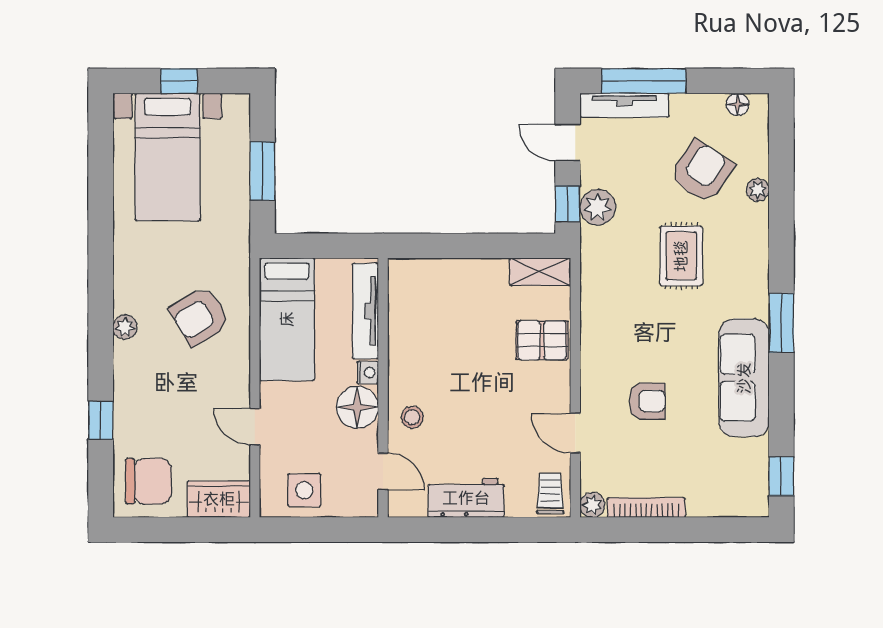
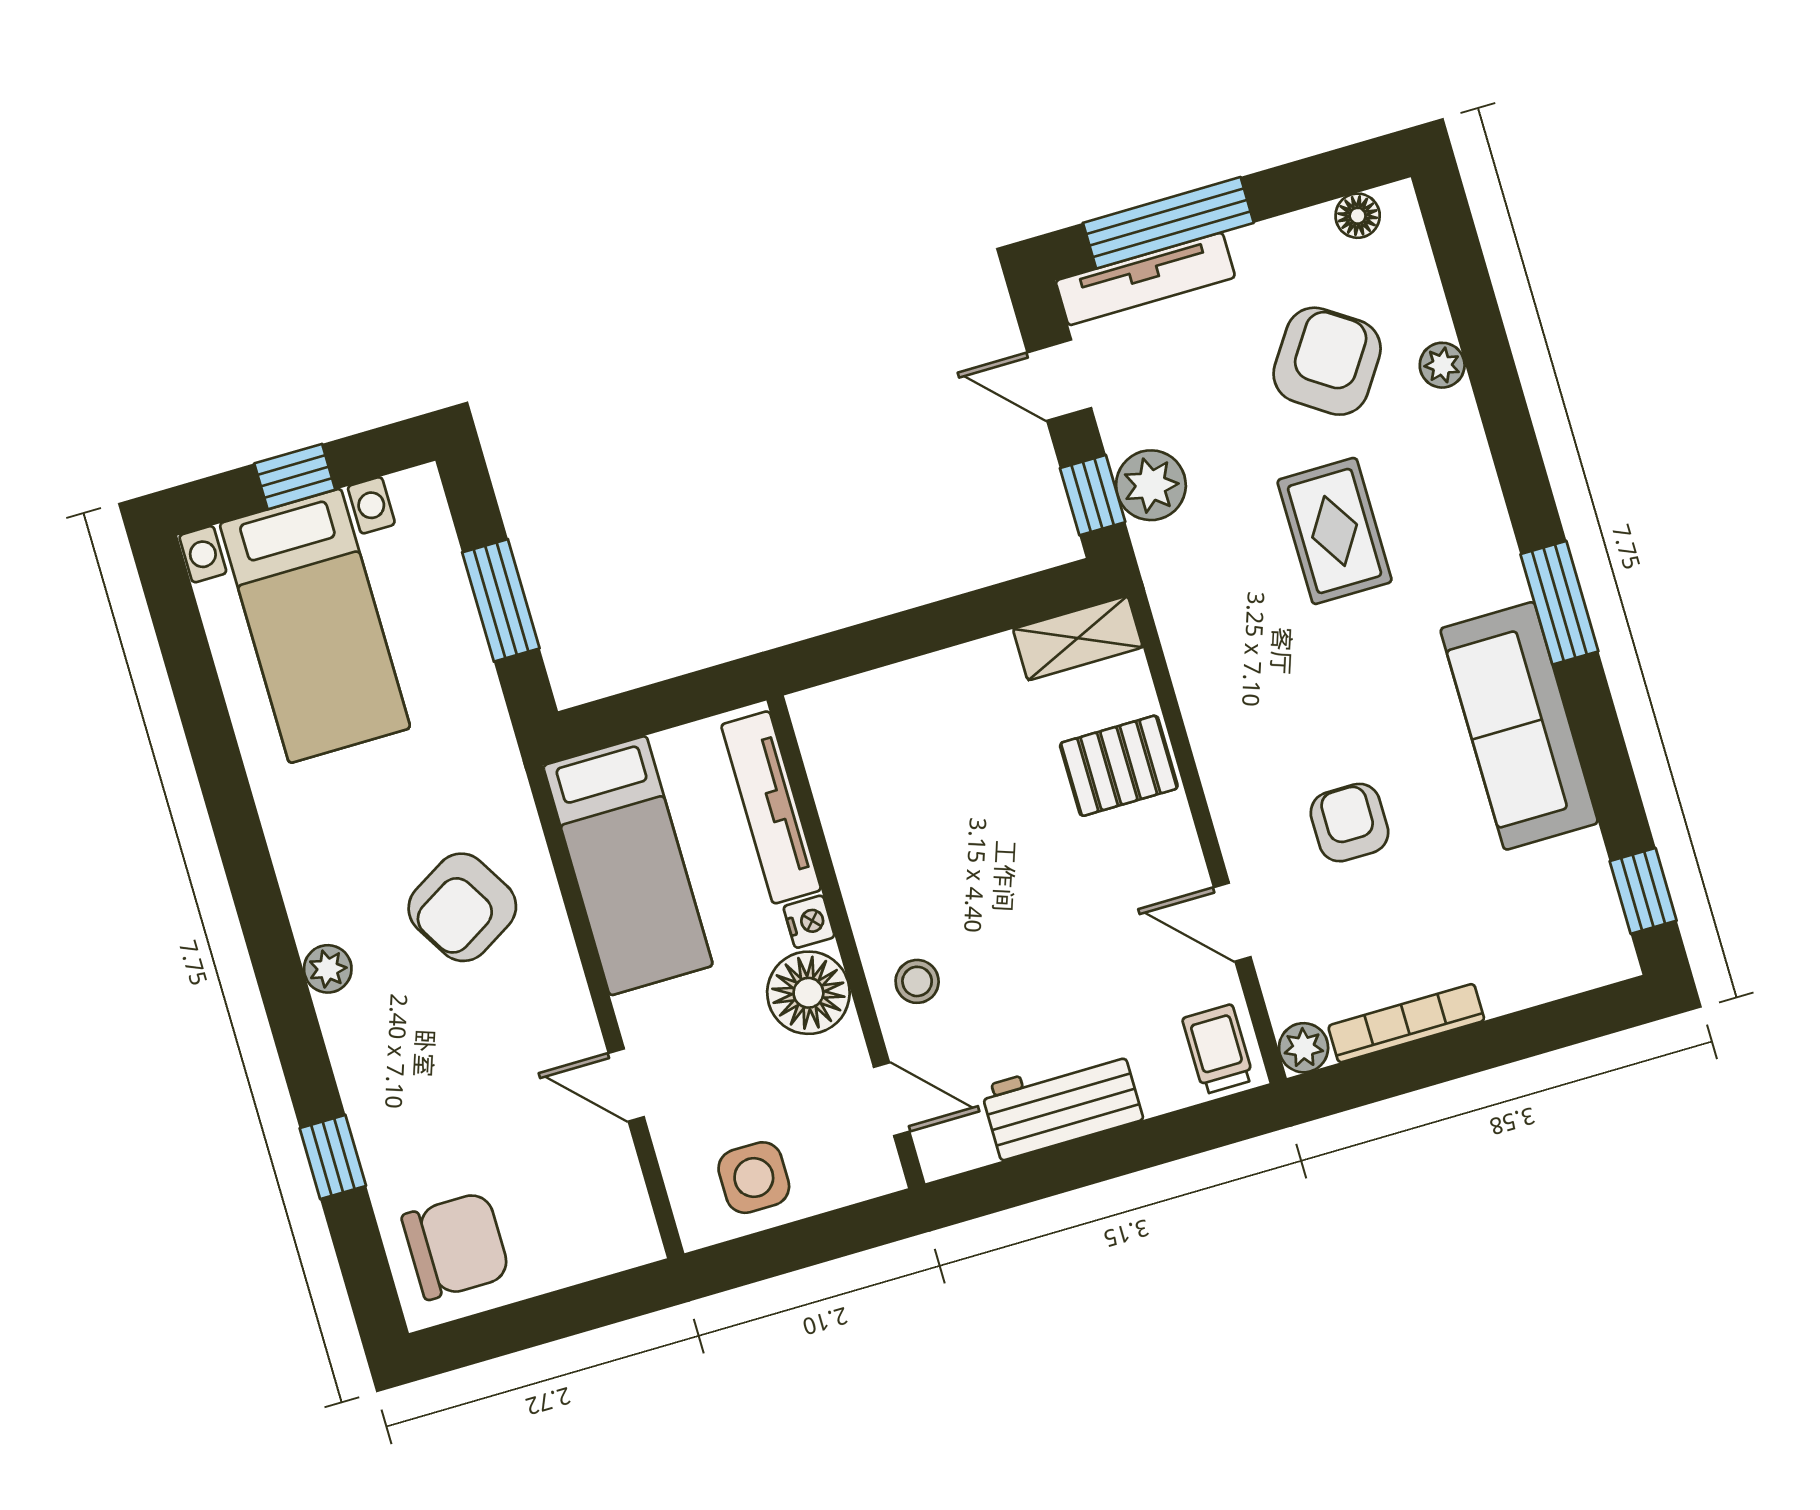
armchair: (647, 401) -> (1349, 823), turned -90
wardrobe: (219, 499) -> (598, 1241), removed

